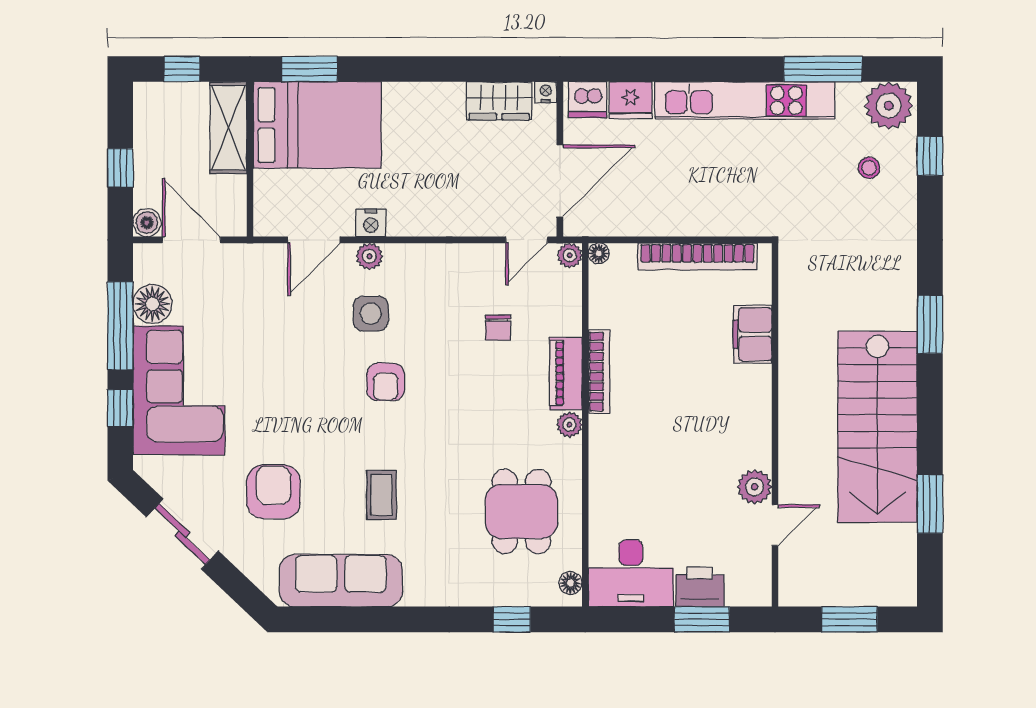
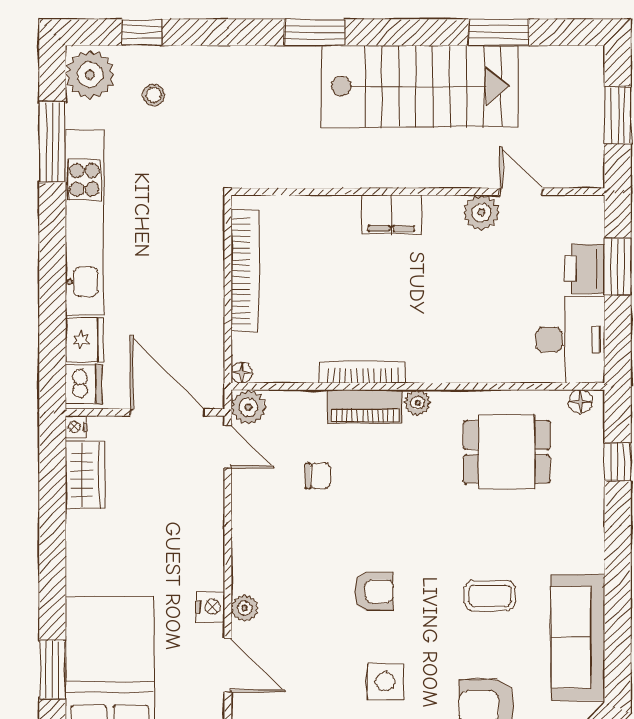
plant: (570, 255) -> (248, 407), width x1.38, depth x1.38
side table: (371, 314) -> (385, 682), moved
filing cabinet: (753, 334) -> (391, 215), moved

